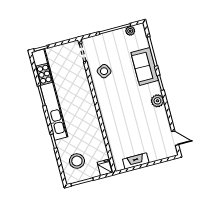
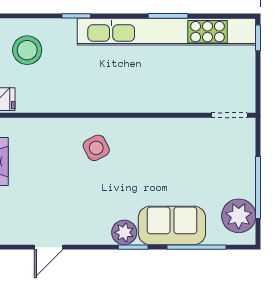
plant: (130, 31) -> (239, 216), width x1.88, depth x1.88
side table: (104, 71) -> (96, 148), moved
plant: (157, 101) -> (124, 232), moved
door: (175, 138) -> (49, 247), moved

